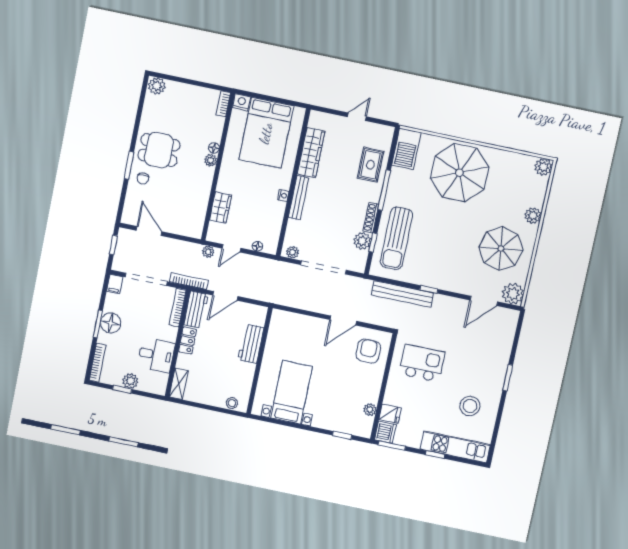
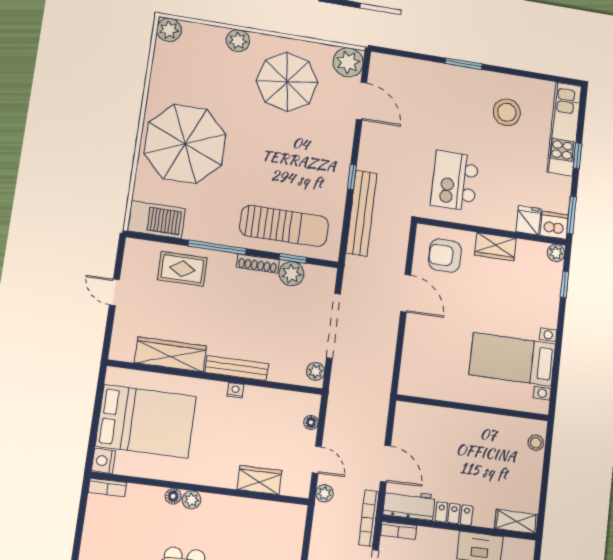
bookcase: (178, 308) -> (398, 530), width x0.64
workbench: (251, 344) -> (450, 422), removed
wardrobe: (372, 388) -> (495, 247), added
plant: (370, 410) -> (556, 253), moved

